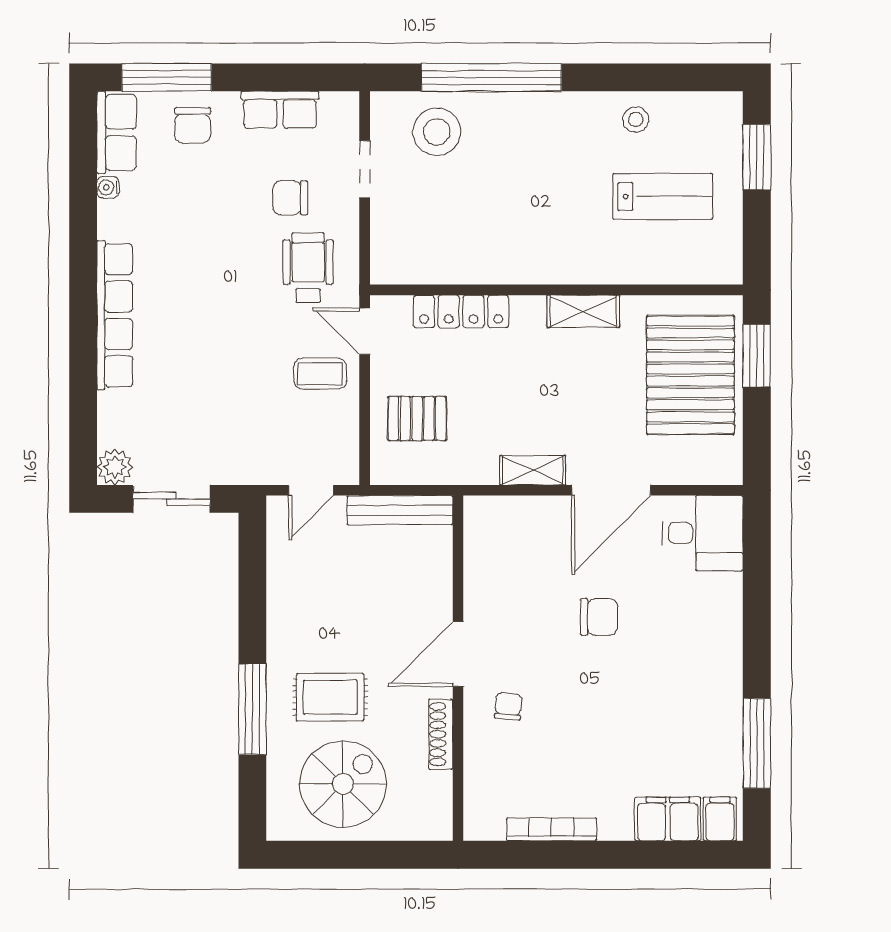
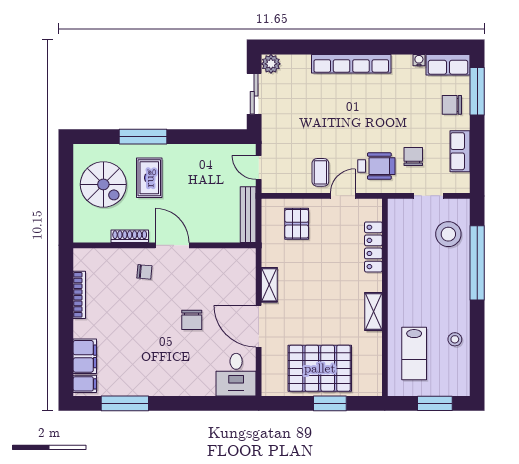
wall: (556, 290) -> (385, 297), moved
locker: (461, 311) -> (373, 247), moved
shelving: (583, 311) -> (373, 312), moved

